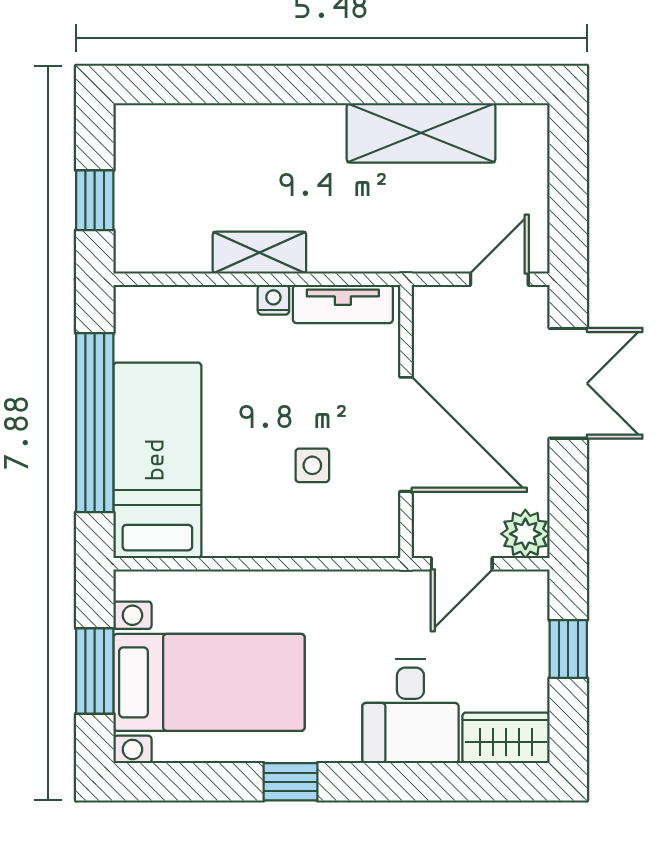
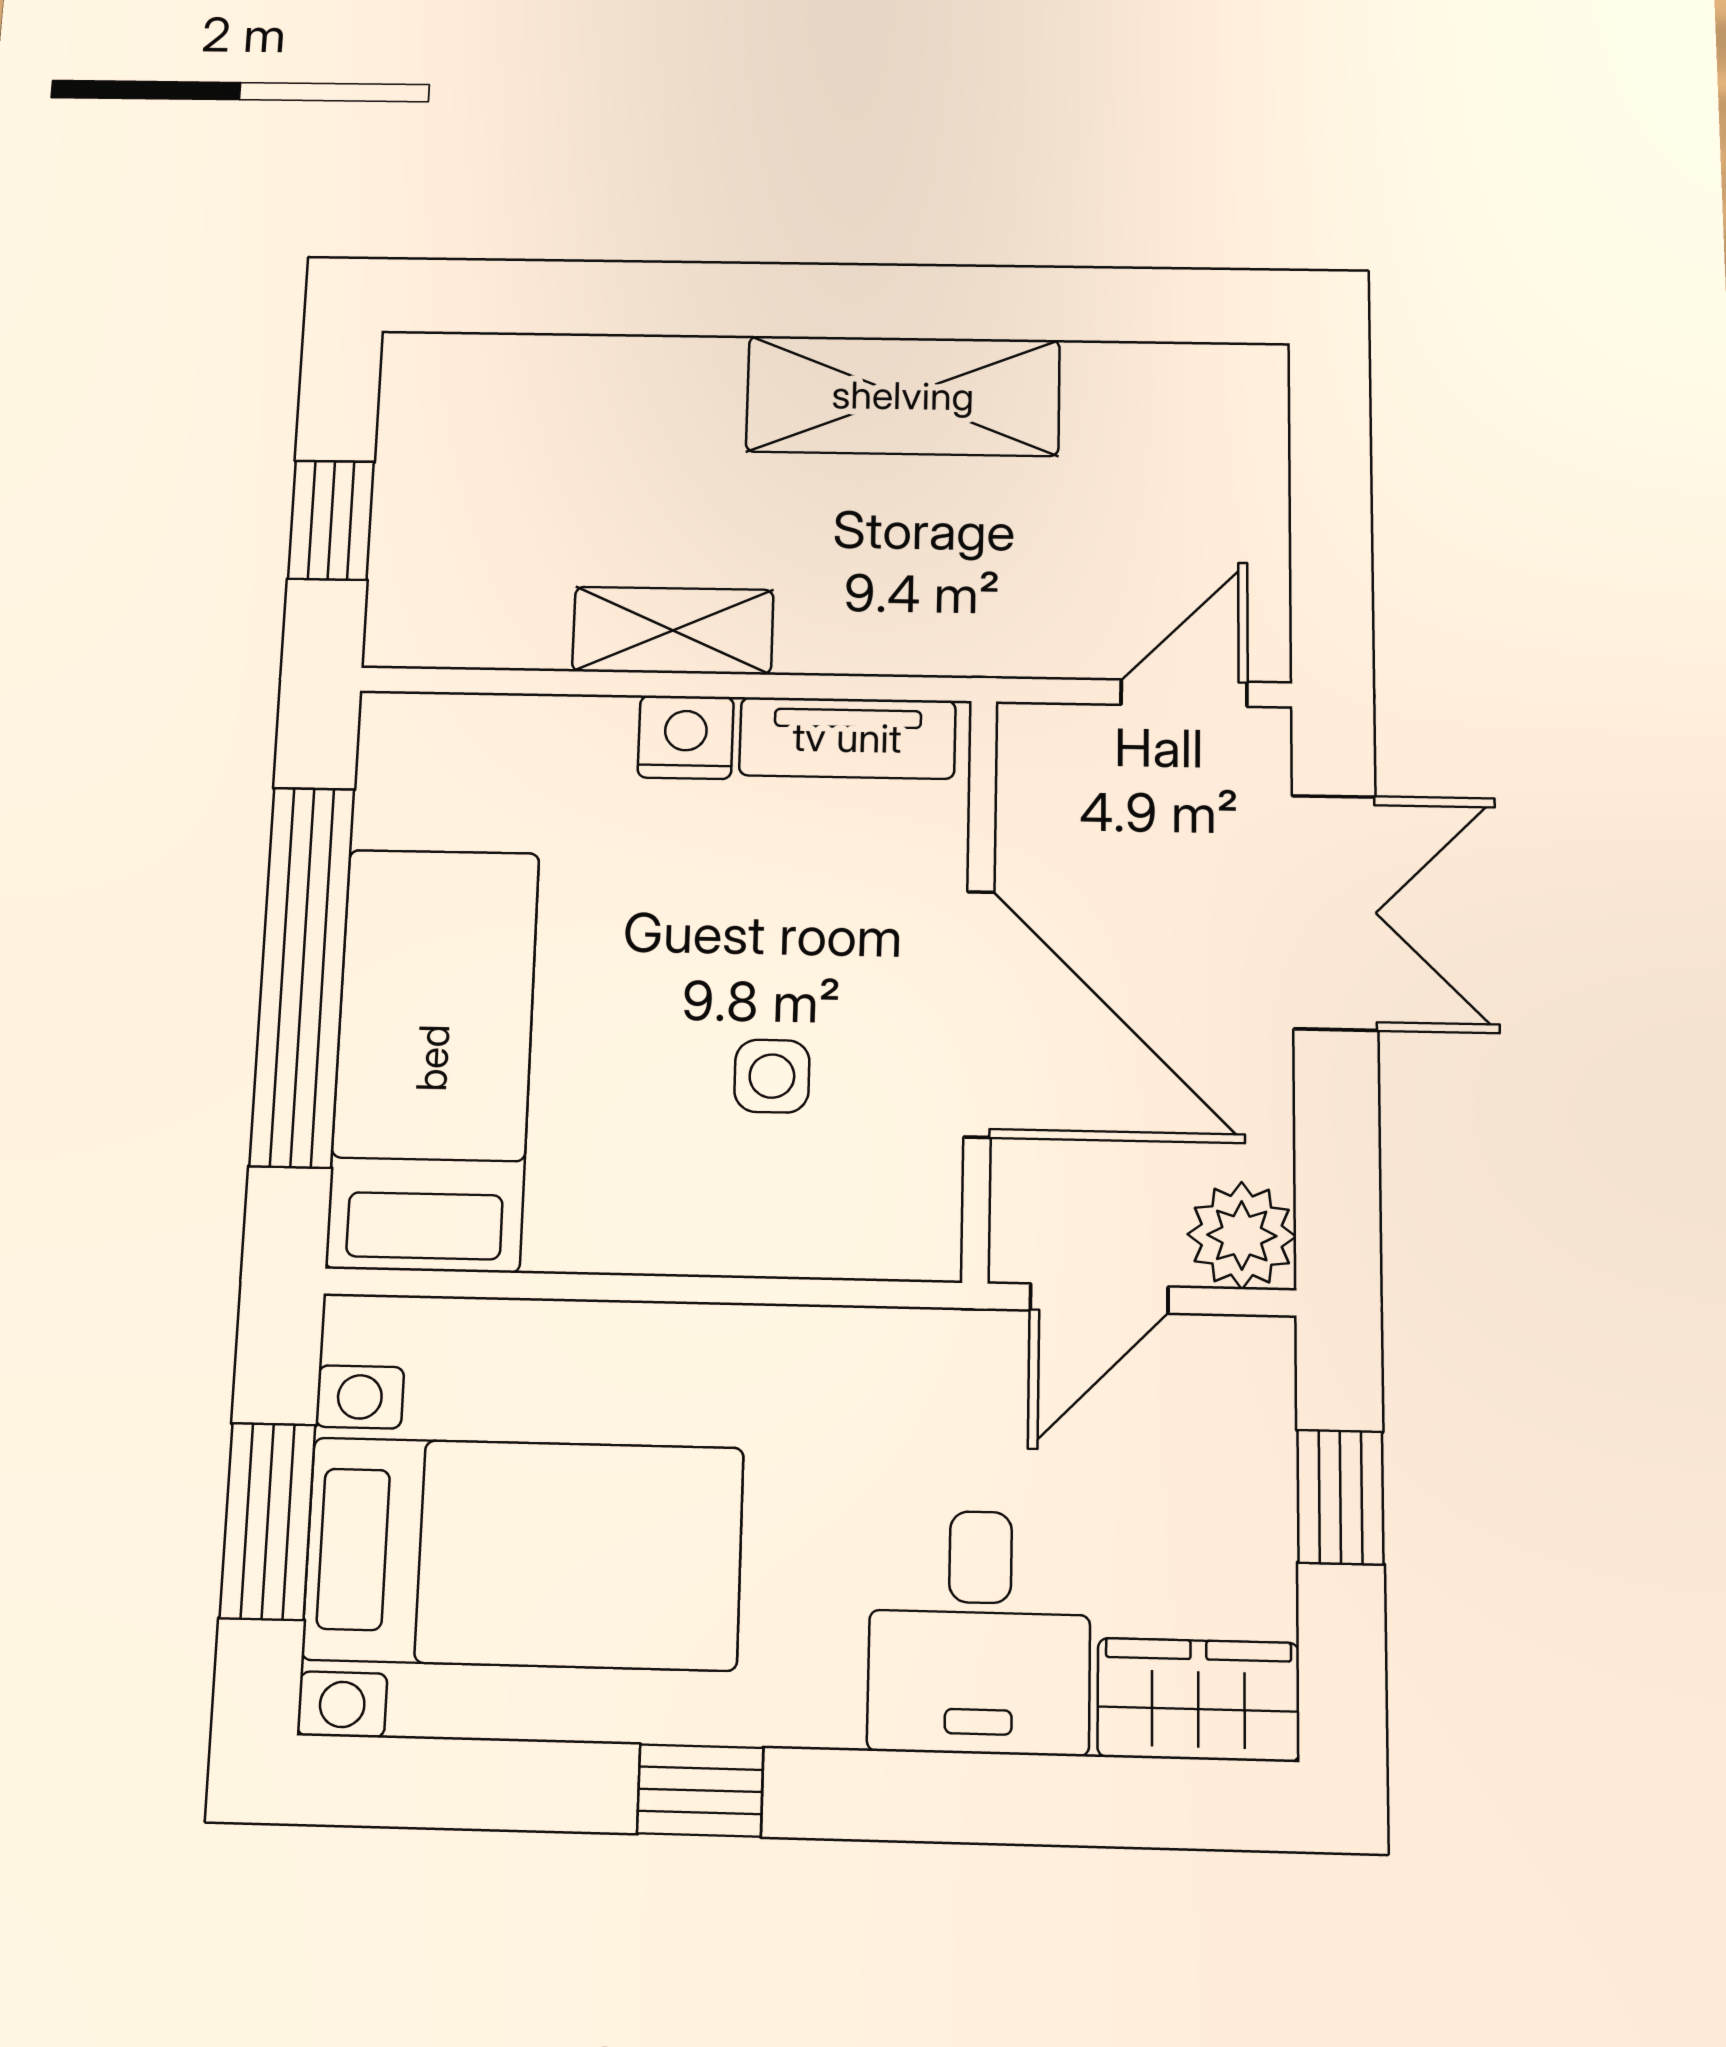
shelving: (421, 133) -> (903, 396), moved
nightstand: (273, 300) -> (686, 737), width x1.39, depth x1.35

